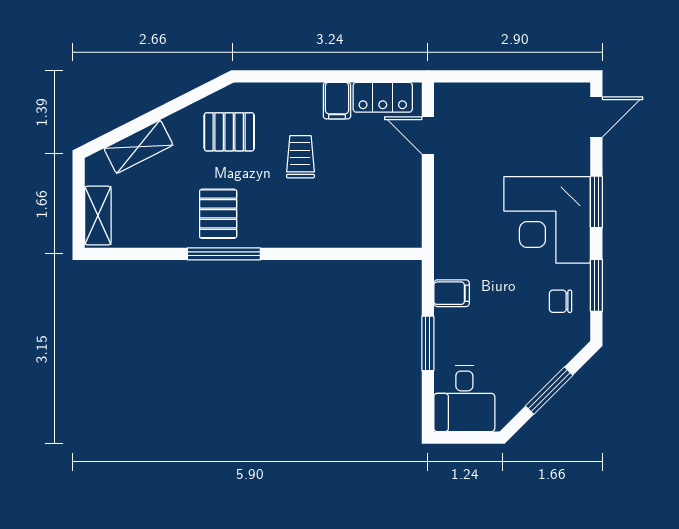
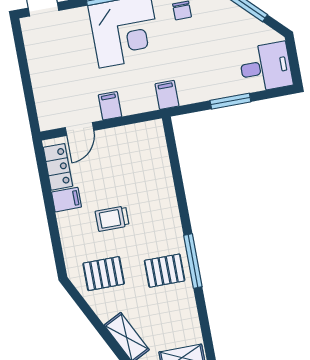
pallet: (229, 132) -> (104, 274), turned 90
filing cabinet: (451, 182) -> (110, 106), added
filing cabinet: (452, 293) -> (167, 95), moved

